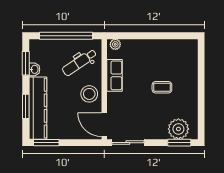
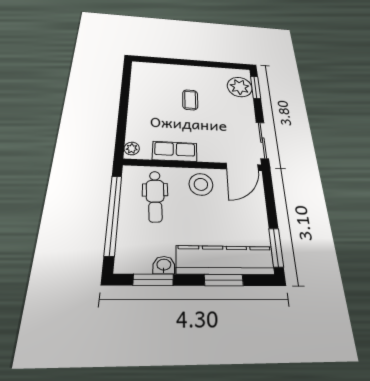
dental chair: (79, 62) -> (155, 196), turned 31

